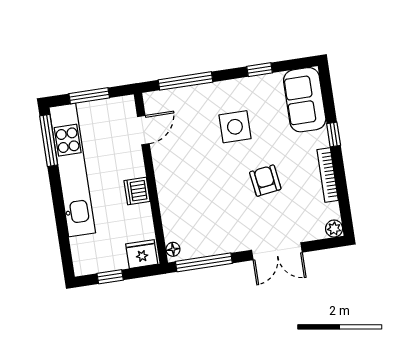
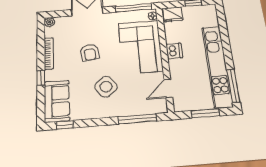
window: (260, 70) -> (65, 125), moved
side table: (235, 127) -> (106, 87), turned -37
corner sofa: (189, 195) -> (140, 47), added

